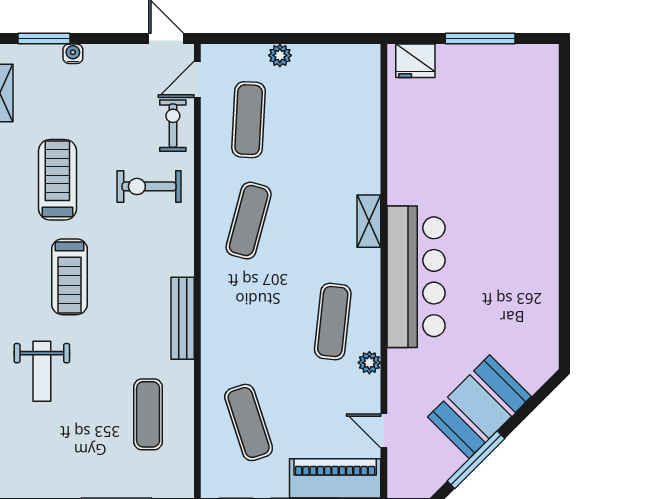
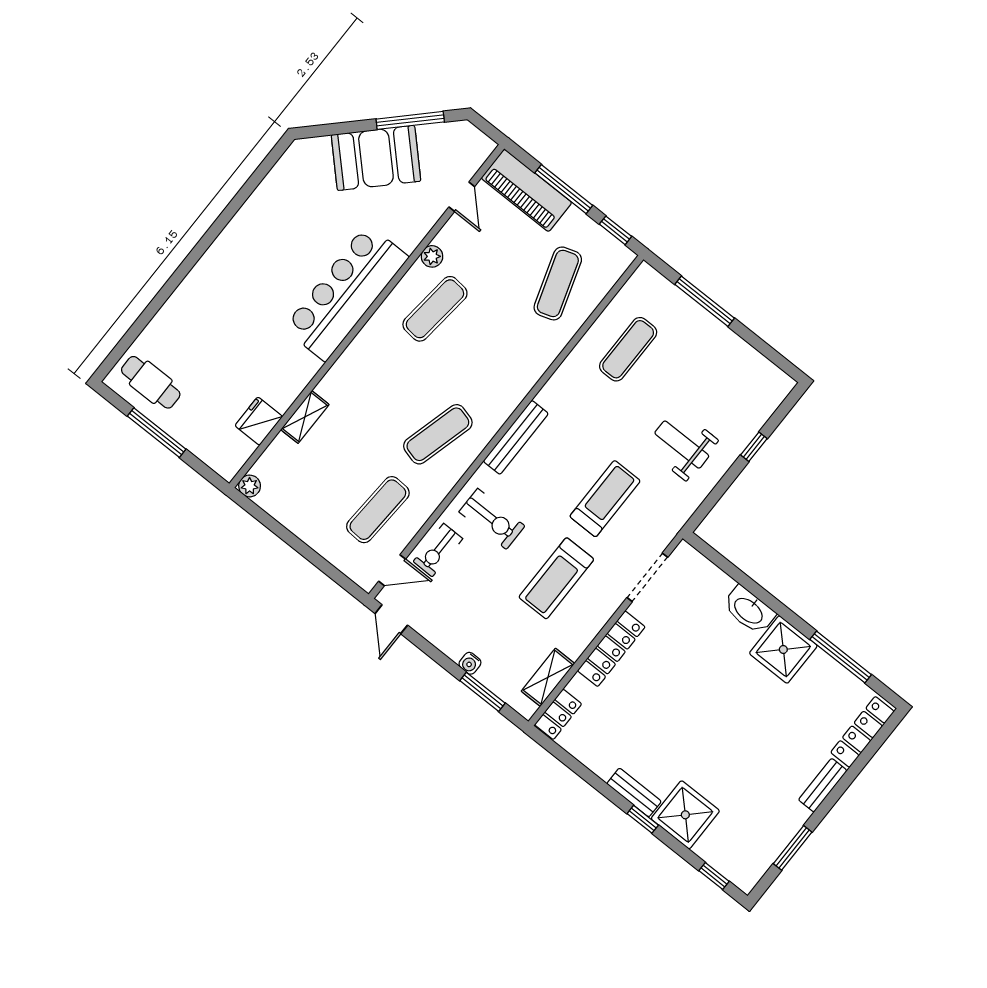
plant: (280, 55) -> (250, 486), moved
fridge: (415, 61) -> (259, 421), moved, turned -90
cafe table: (518, 76) -> (151, 382), added
shelving: (369, 221) -> (305, 417), moved
bench: (183, 318) -> (516, 437), moved
weight bench: (42, 371) -> (682, 445), turned -90

